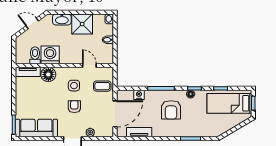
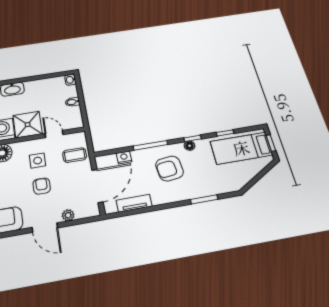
shower: (82, 24) -> (28, 125), moved
armchair: (171, 110) -> (170, 168), turned 83

